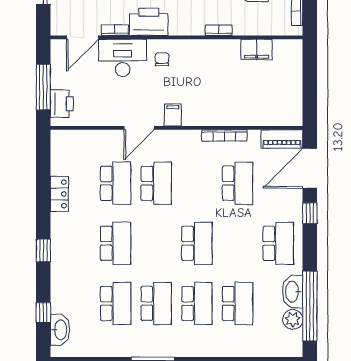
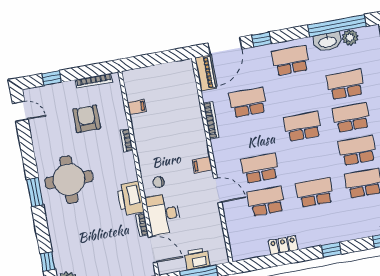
filing cabinet: (257, 49) -> (137, 107), width x0.50
printer: (62, 104) -> (197, 259), moved
door: (310, 168) -> (225, 46), hinge flipped

